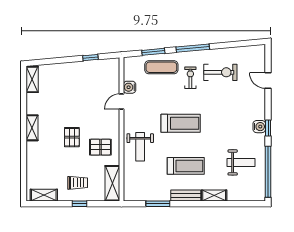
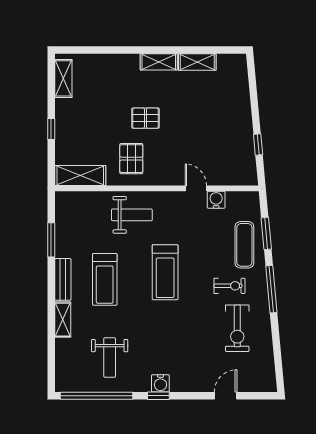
shelving: (32, 79) -> (197, 62), moved
weight bench: (140, 147) -> (132, 215), turned 180
trolley: (78, 183) -> (81, 126), removed

